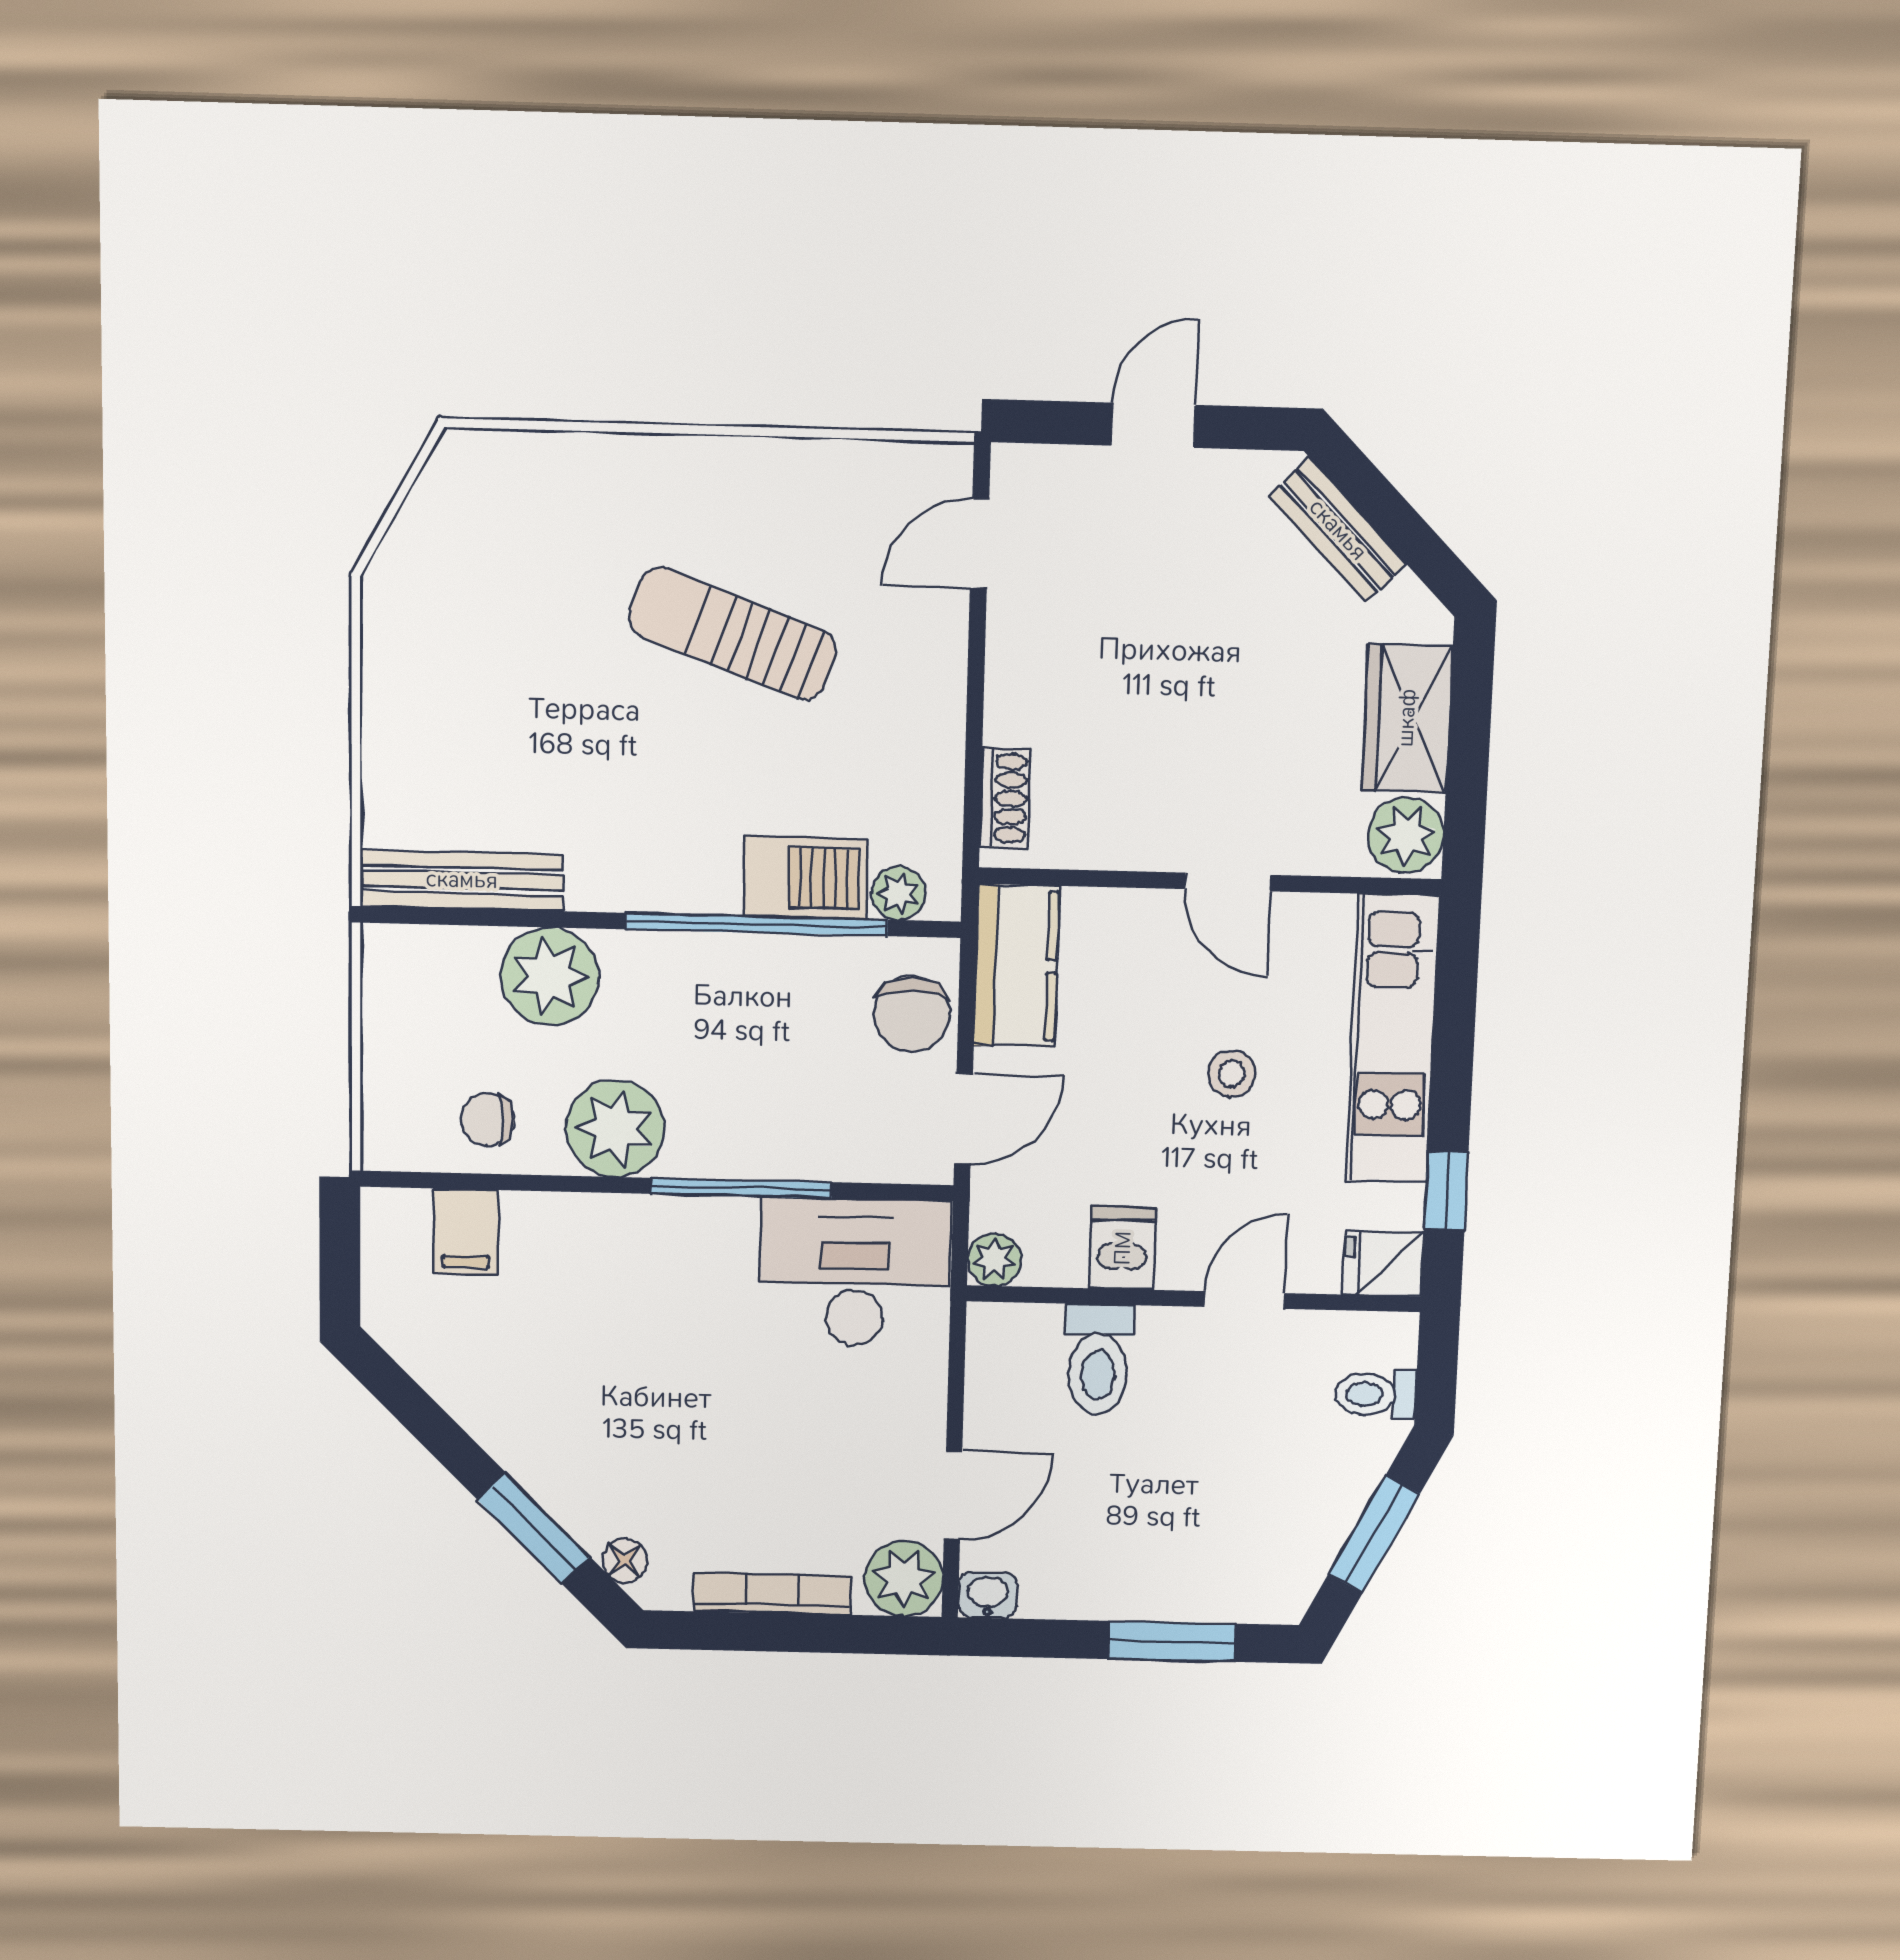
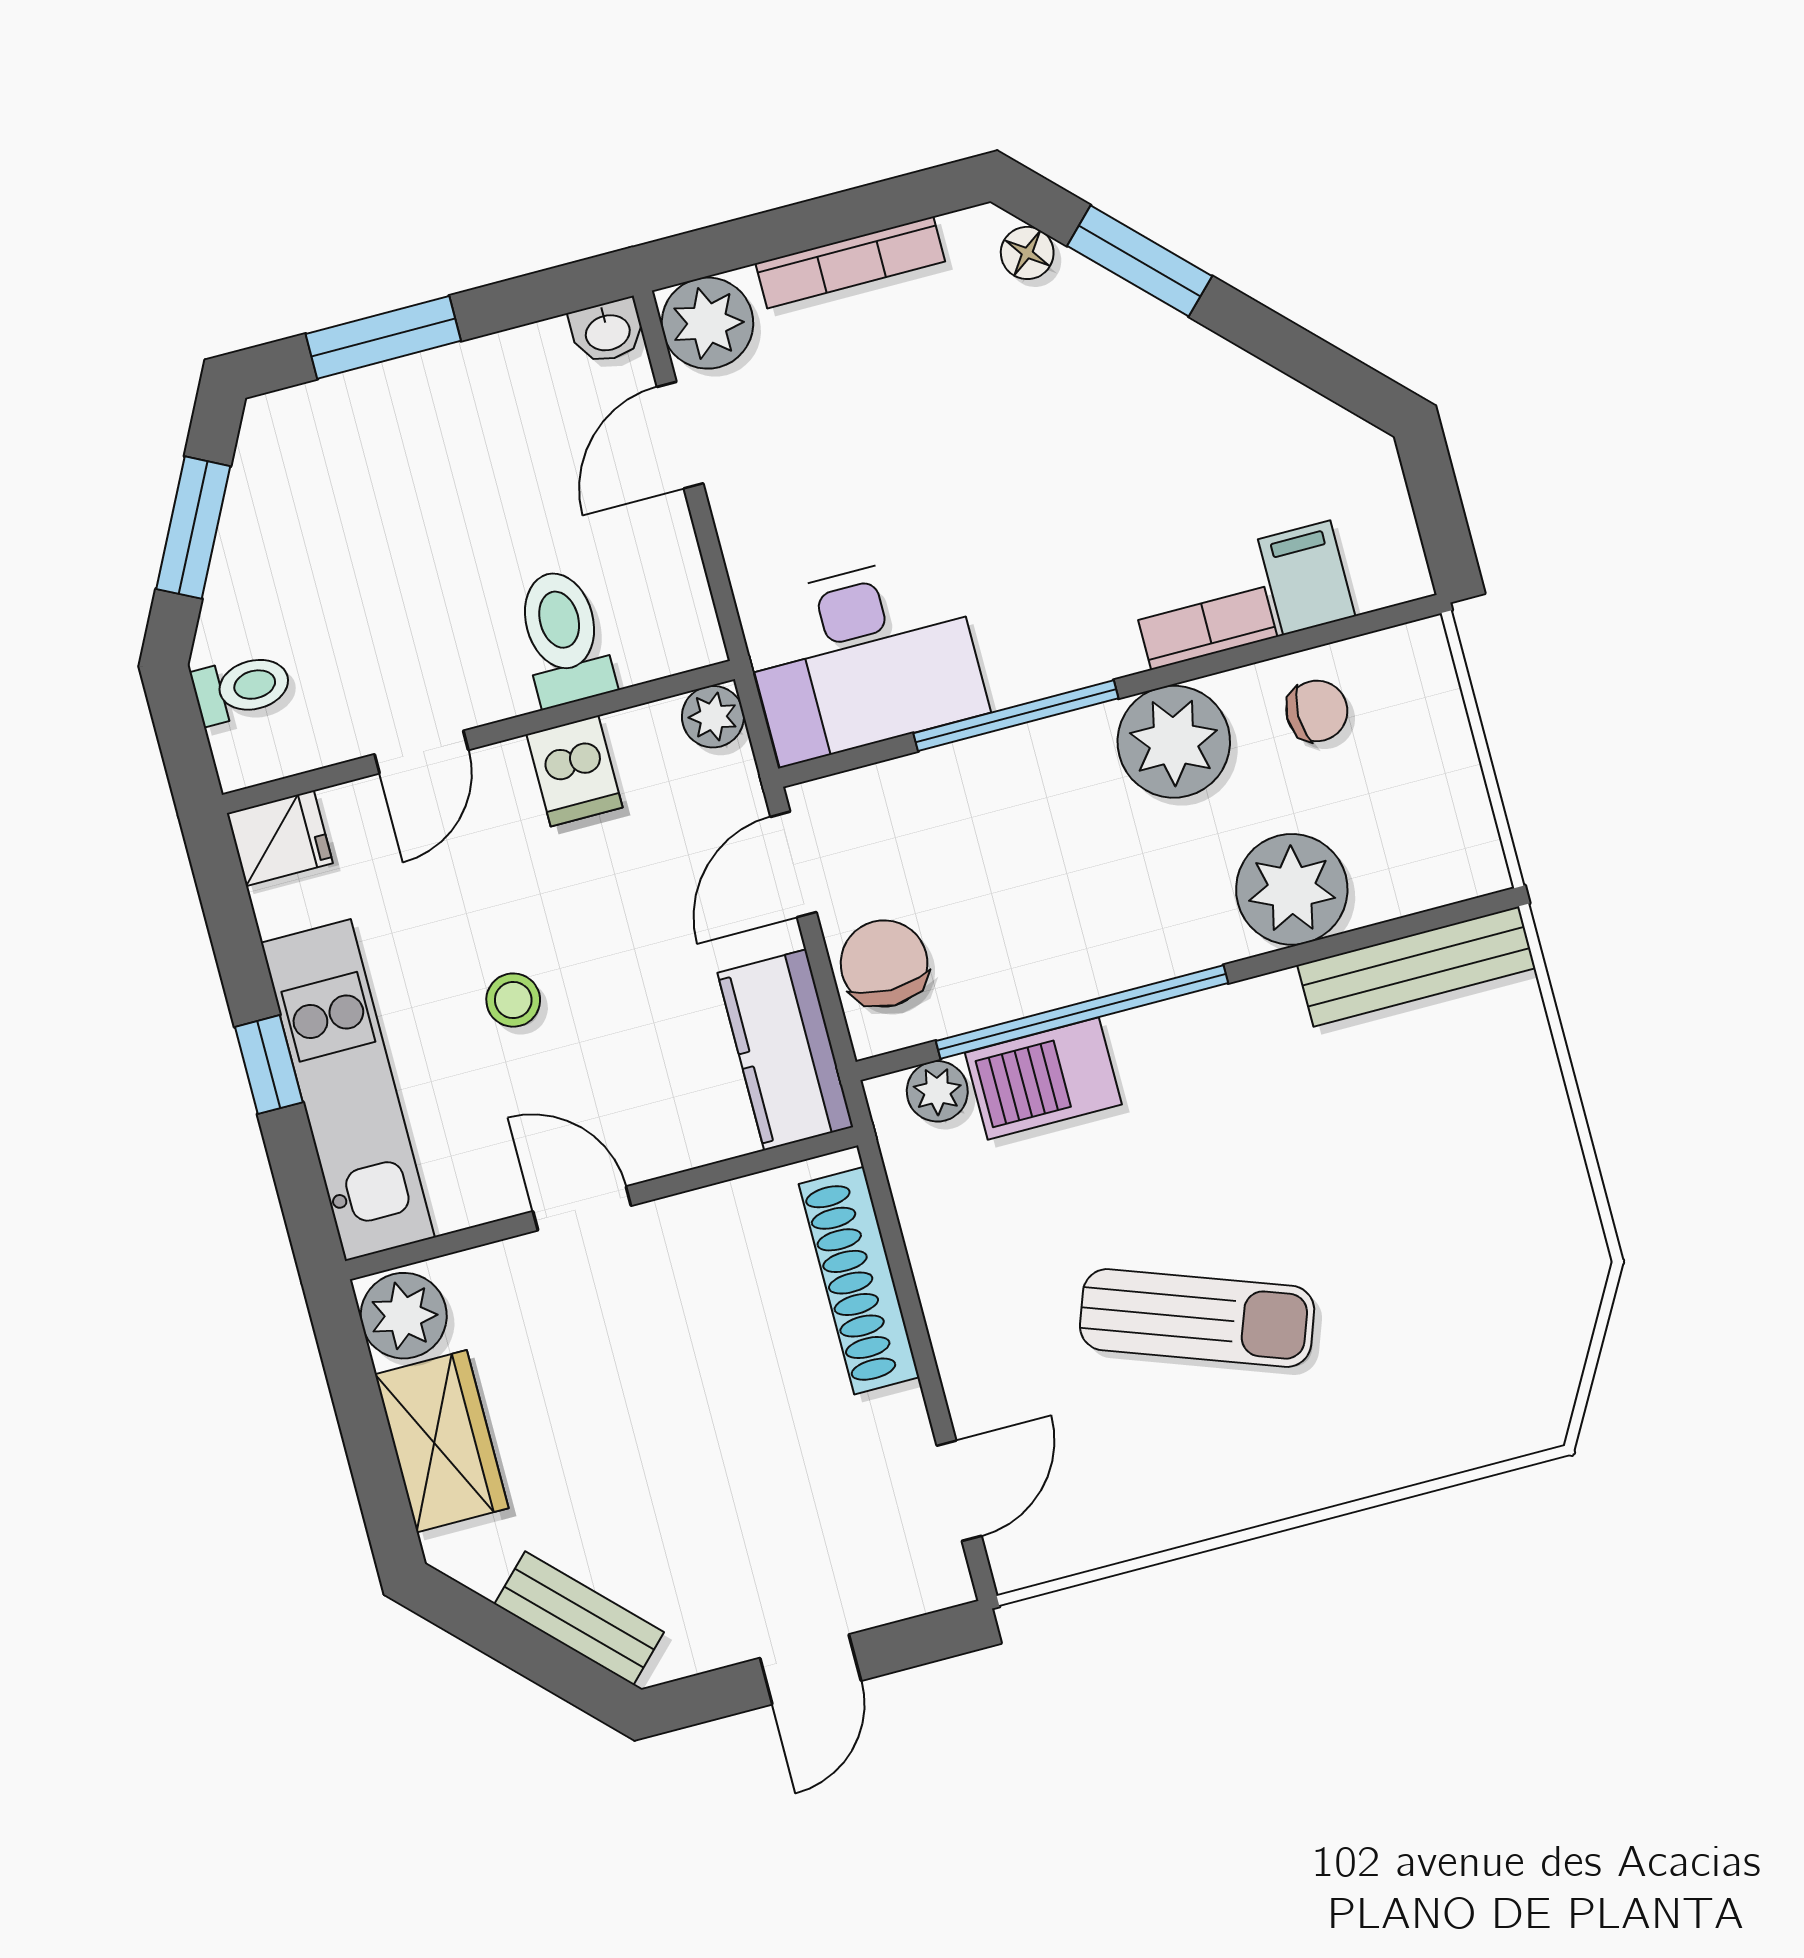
shoe rack: (1005, 798) -> (859, 1281), width x1.94, depth x1.24
window: (1446, 1190) -> (269, 1065), moved
bookcase: (560, 1214) -> (1208, 628), added

